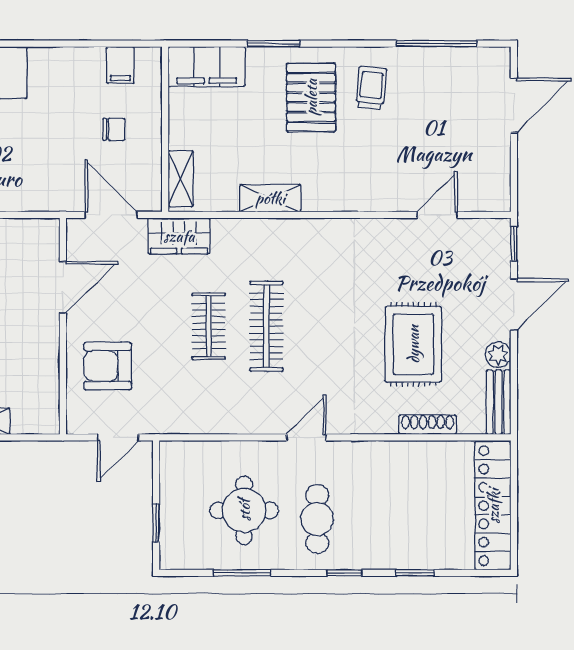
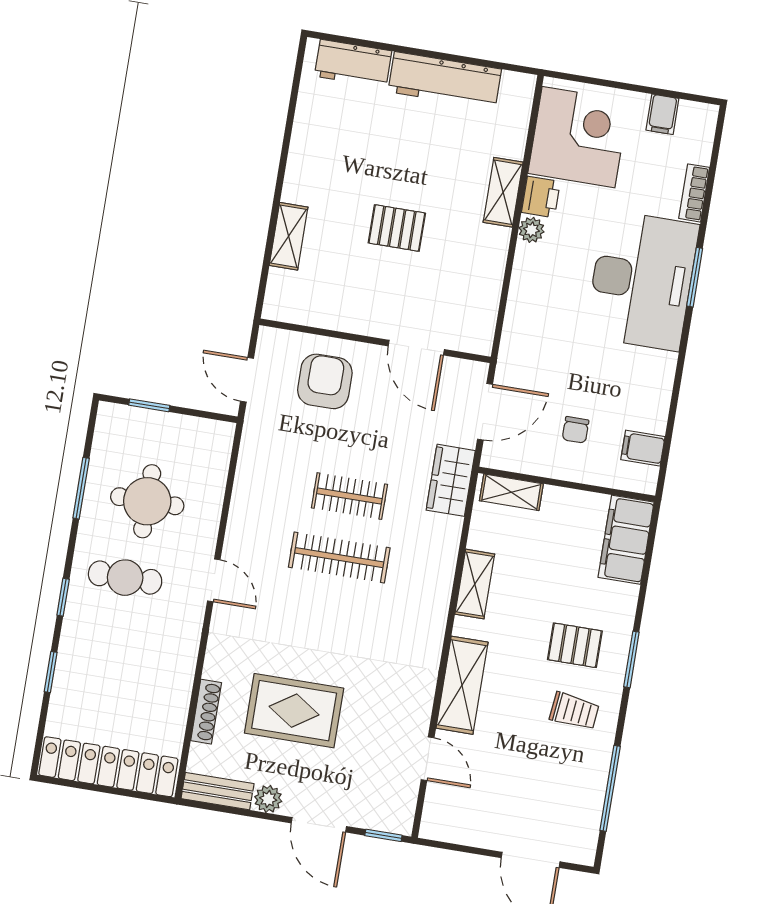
window: (274, 44) -> (631, 659), moved
pallet: (311, 97) -> (575, 645), width x0.67, depth x0.71
shelving: (365, 195) -> (462, 685), added

